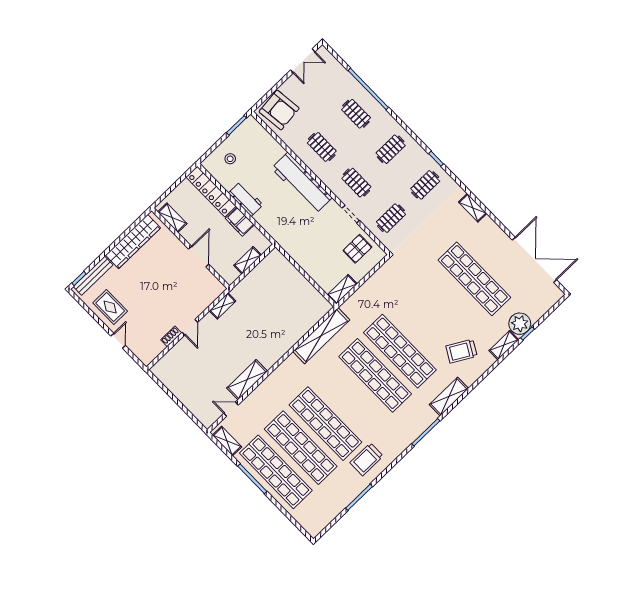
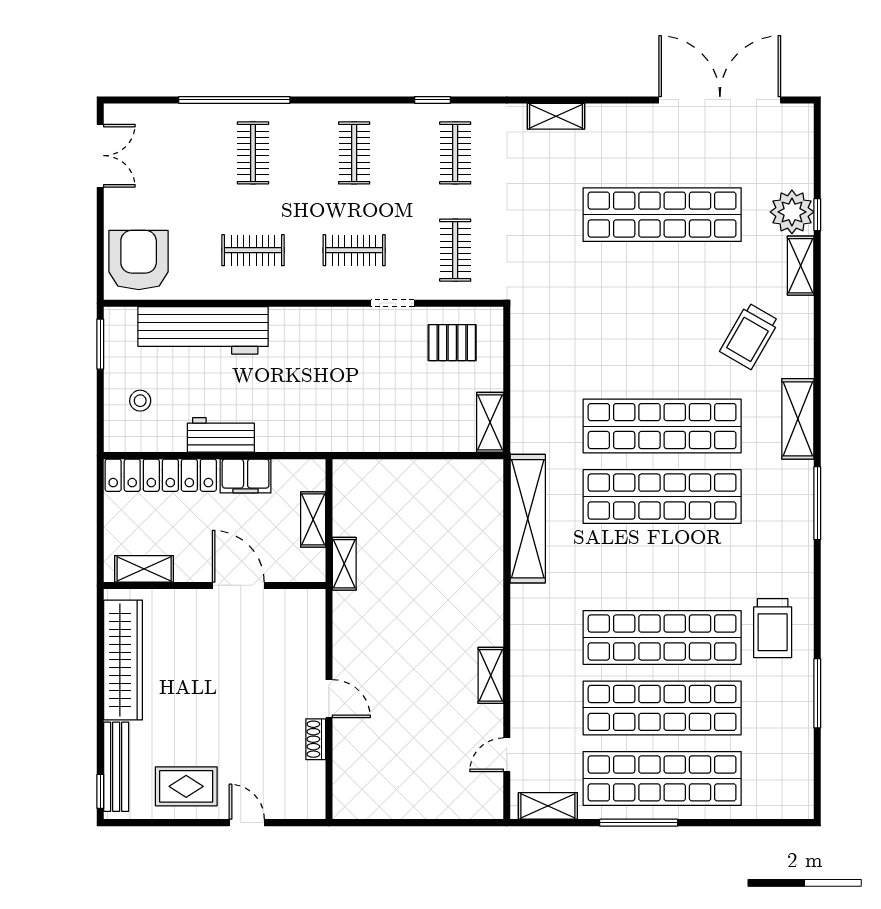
armchair: (279, 110) -> (139, 260), turned -84
clothes rail: (356, 114) -> (253, 153), turned 90
workbench: (302, 183) -> (203, 330), moved
pallet: (357, 249) -> (452, 343), turned 90
shelving: (223, 306) -> (344, 564), moved
shelving: (247, 380) -> (491, 675), width x0.67, depth x0.75

